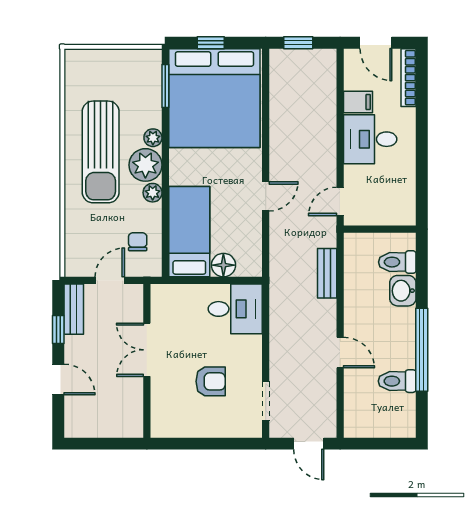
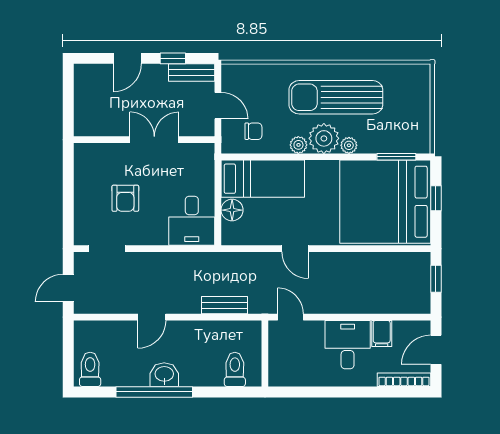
washbasin: (403, 291) -> (164, 375), moved
toilet: (397, 381) -> (90, 369), moved

